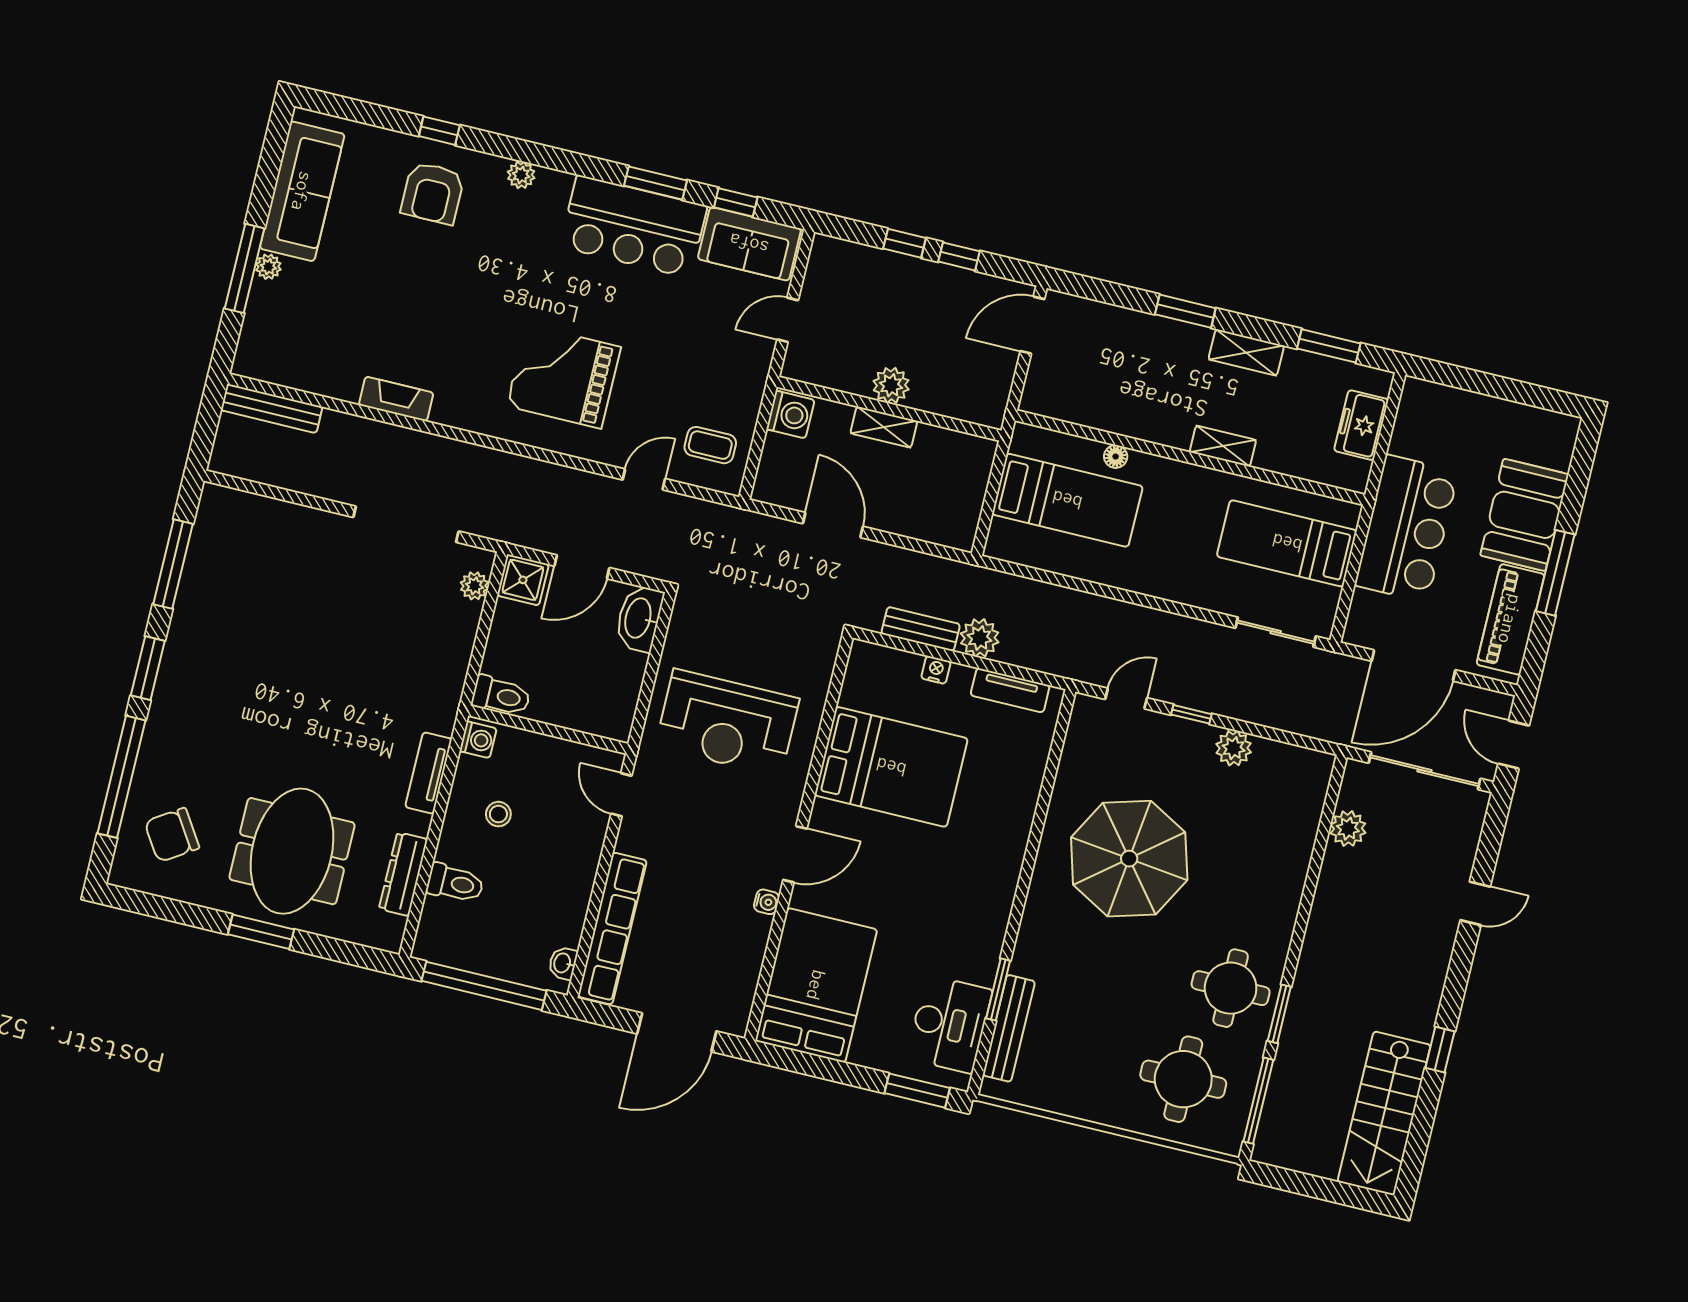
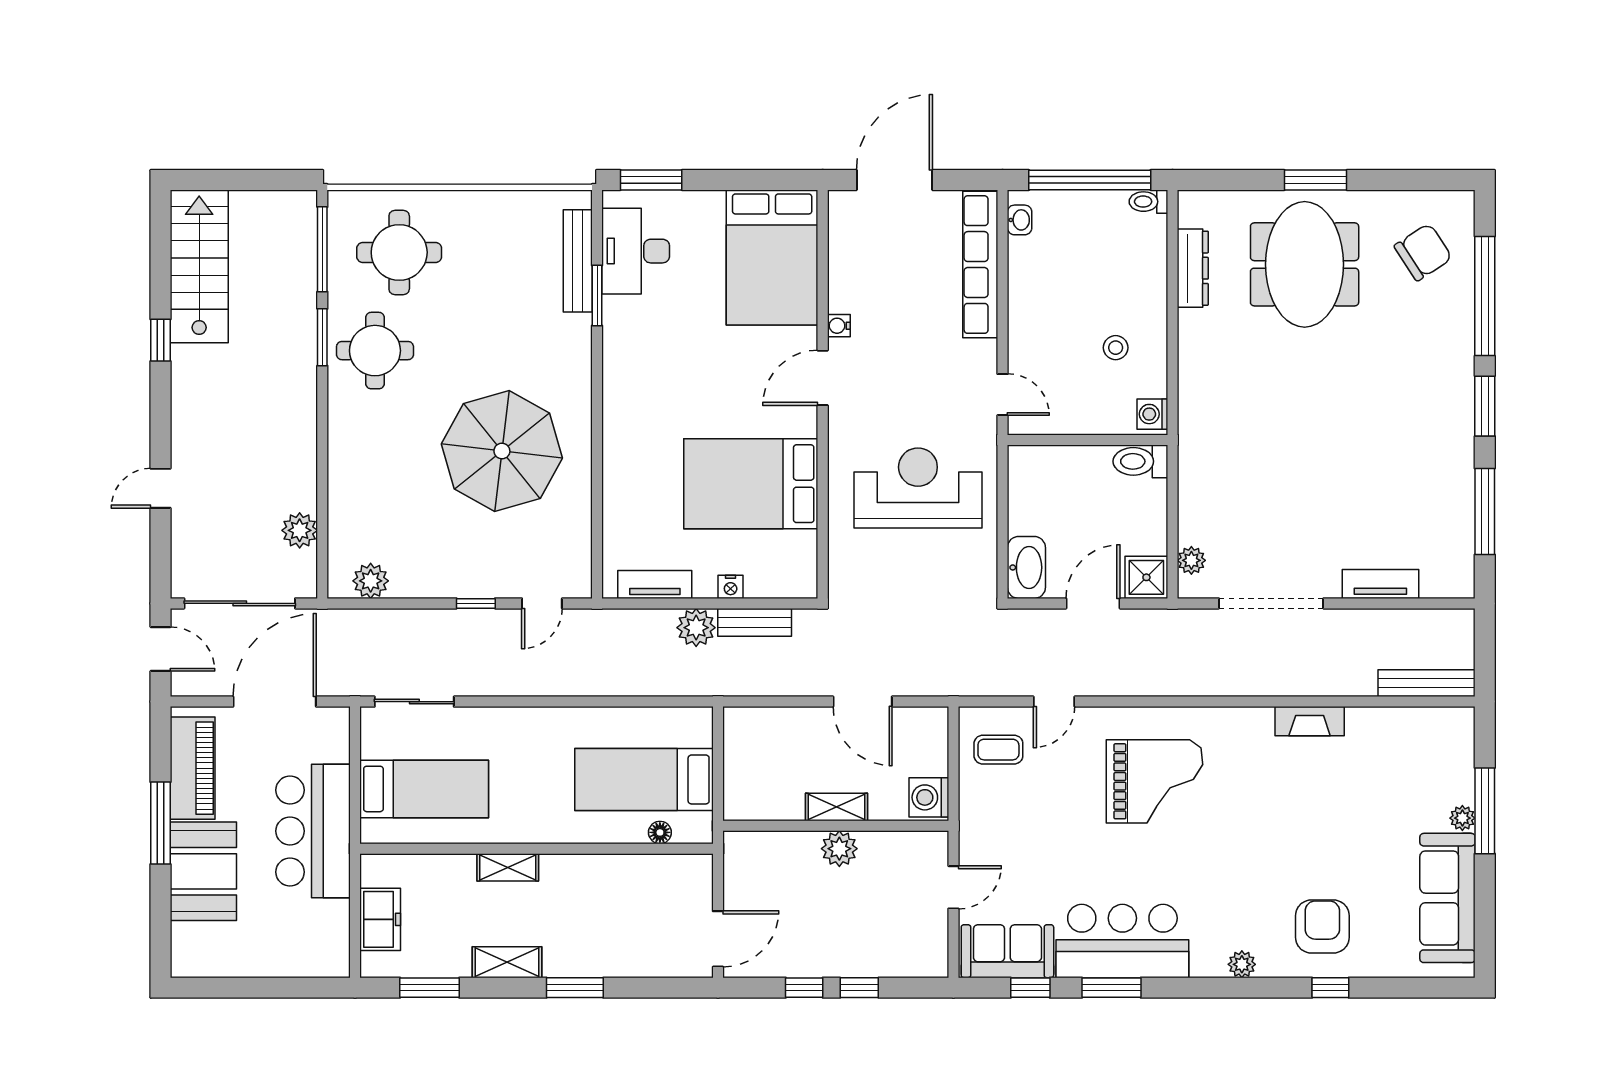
floor lamp: (1116, 457) -> (660, 832), moved
plant: (1234, 748) -> (371, 581), moved
tv unit: (429, 773) -> (1380, 584), moved, turned -90
toilet: (455, 883) -> (1148, 202), moved, width x0.73, depth x0.72

